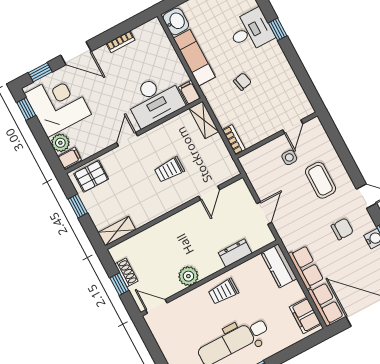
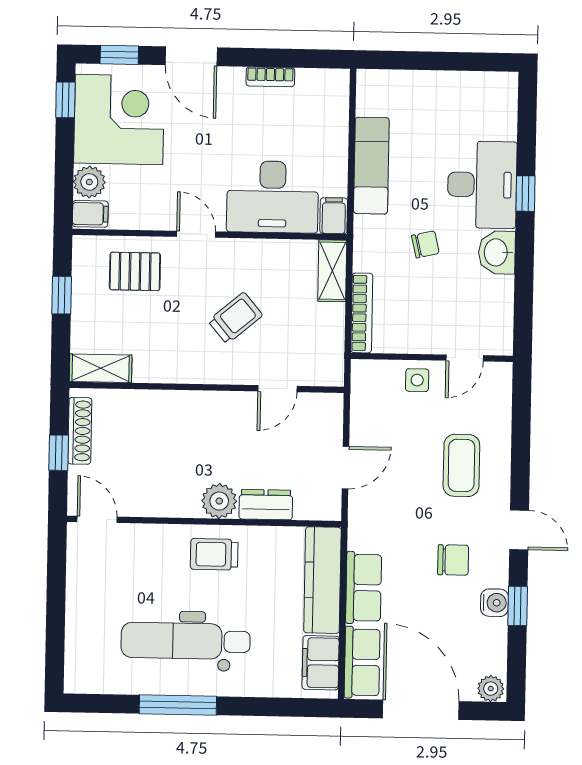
washbasin: (176, 21) -> (497, 252), moved, turned 180
desk: (251, 31) -> (482, 185), width x1.37
door: (127, 139) -> (196, 234), hinge flipped
bookcase: (234, 140) -> (362, 313), width x1.56
side table: (289, 157) -> (417, 380), moved
trolley: (169, 170) -> (235, 318), turned 140
pallet: (91, 176) -> (135, 271), moved
kitchen counter: (279, 266) -> (322, 580), width x1.50
shoe rack: (126, 273) -> (80, 431), width x1.43
plant: (188, 276) -> (219, 501), moved

